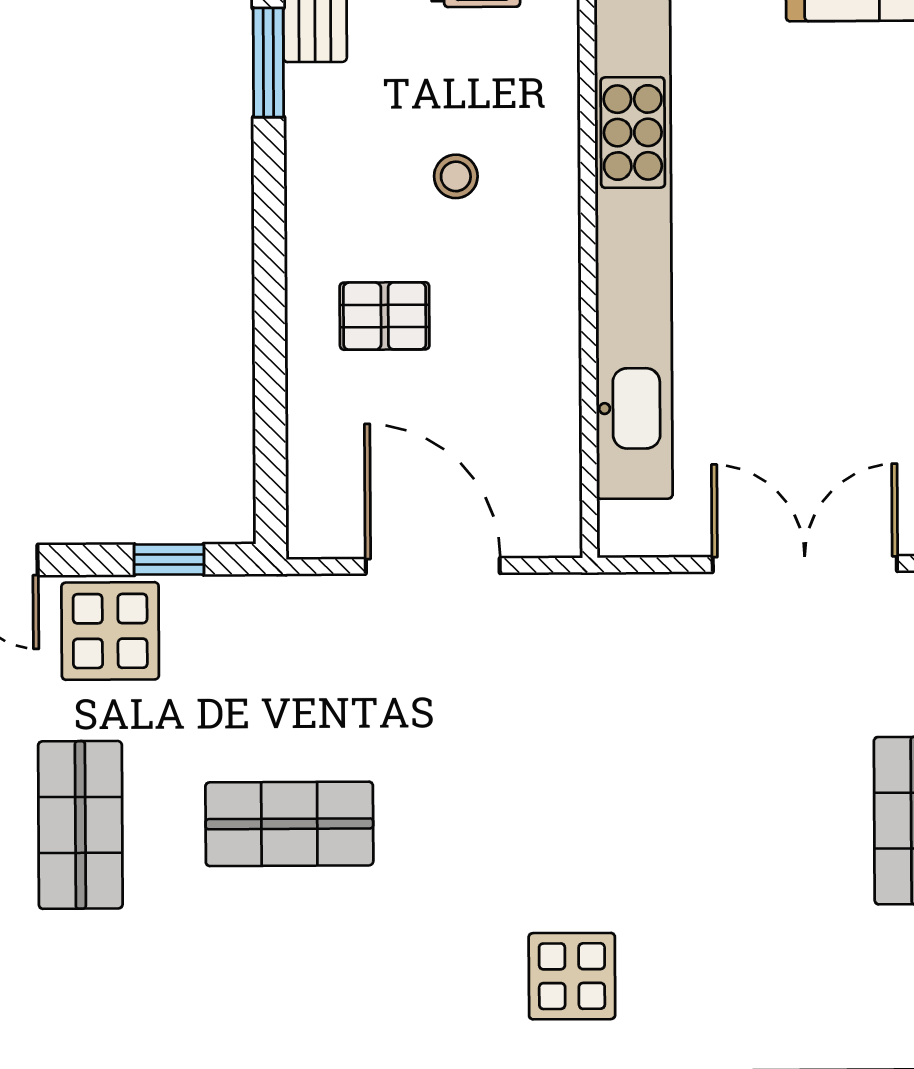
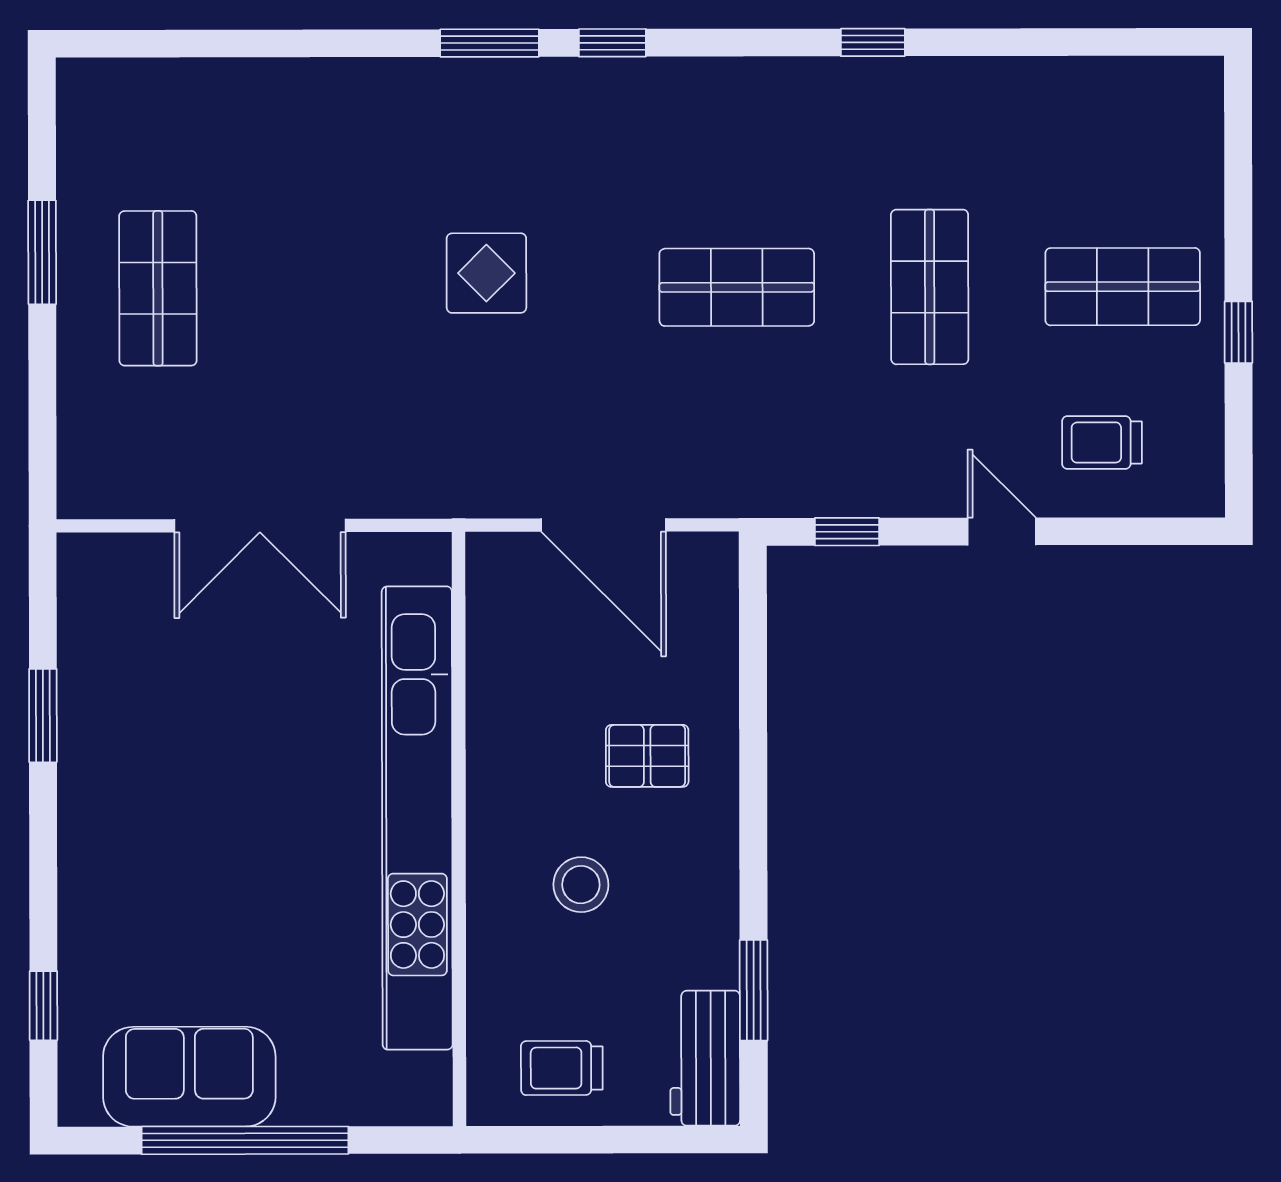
stool: (456, 176) -> (581, 885), width x1.37, depth x1.37
display table: (110, 631) -> (902, 466), removed
display table: (572, 976) -> (486, 273), moved

